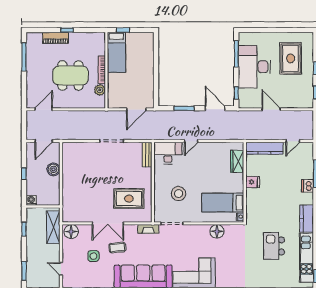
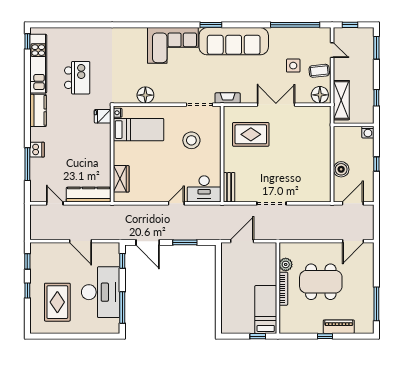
door: (293, 141) -> (55, 203), hinge flipped
fridge: (253, 182) -> (103, 116), moved
coffee table: (117, 248) -> (319, 71), moved

